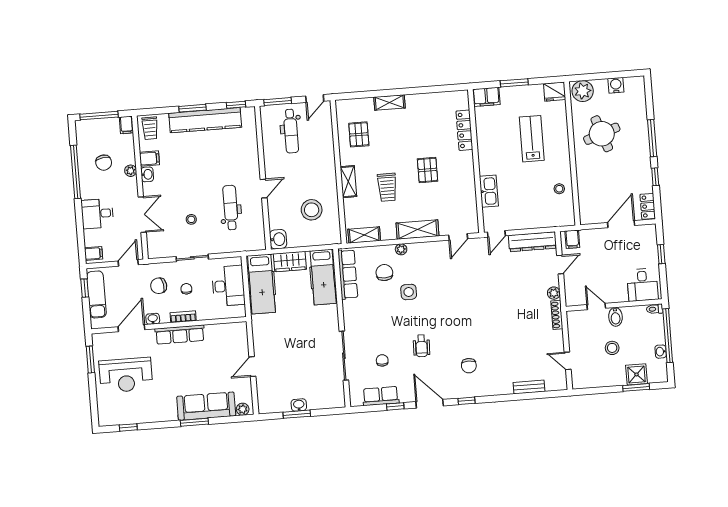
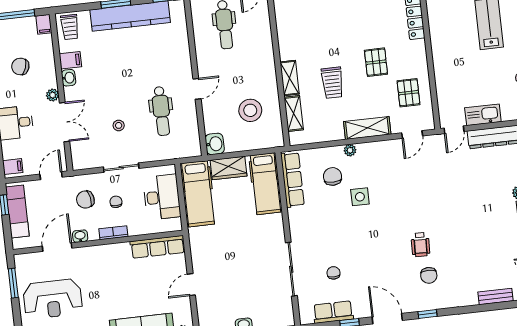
pallet: (359, 134) -> (408, 93), moved
chair: (104, 163) -> (20, 66), turned 118
plant: (131, 171) -> (53, 95), moved
kitchen sink: (489, 191) -> (483, 115), moved, turned -90
dental chair: (231, 208) -> (161, 111), turned 180
shelving: (364, 235) -> (294, 114), moved, turned 90
row of seats: (180, 335) -> (158, 247), moved
wheelchair: (422, 346) -> (420, 245), moved

